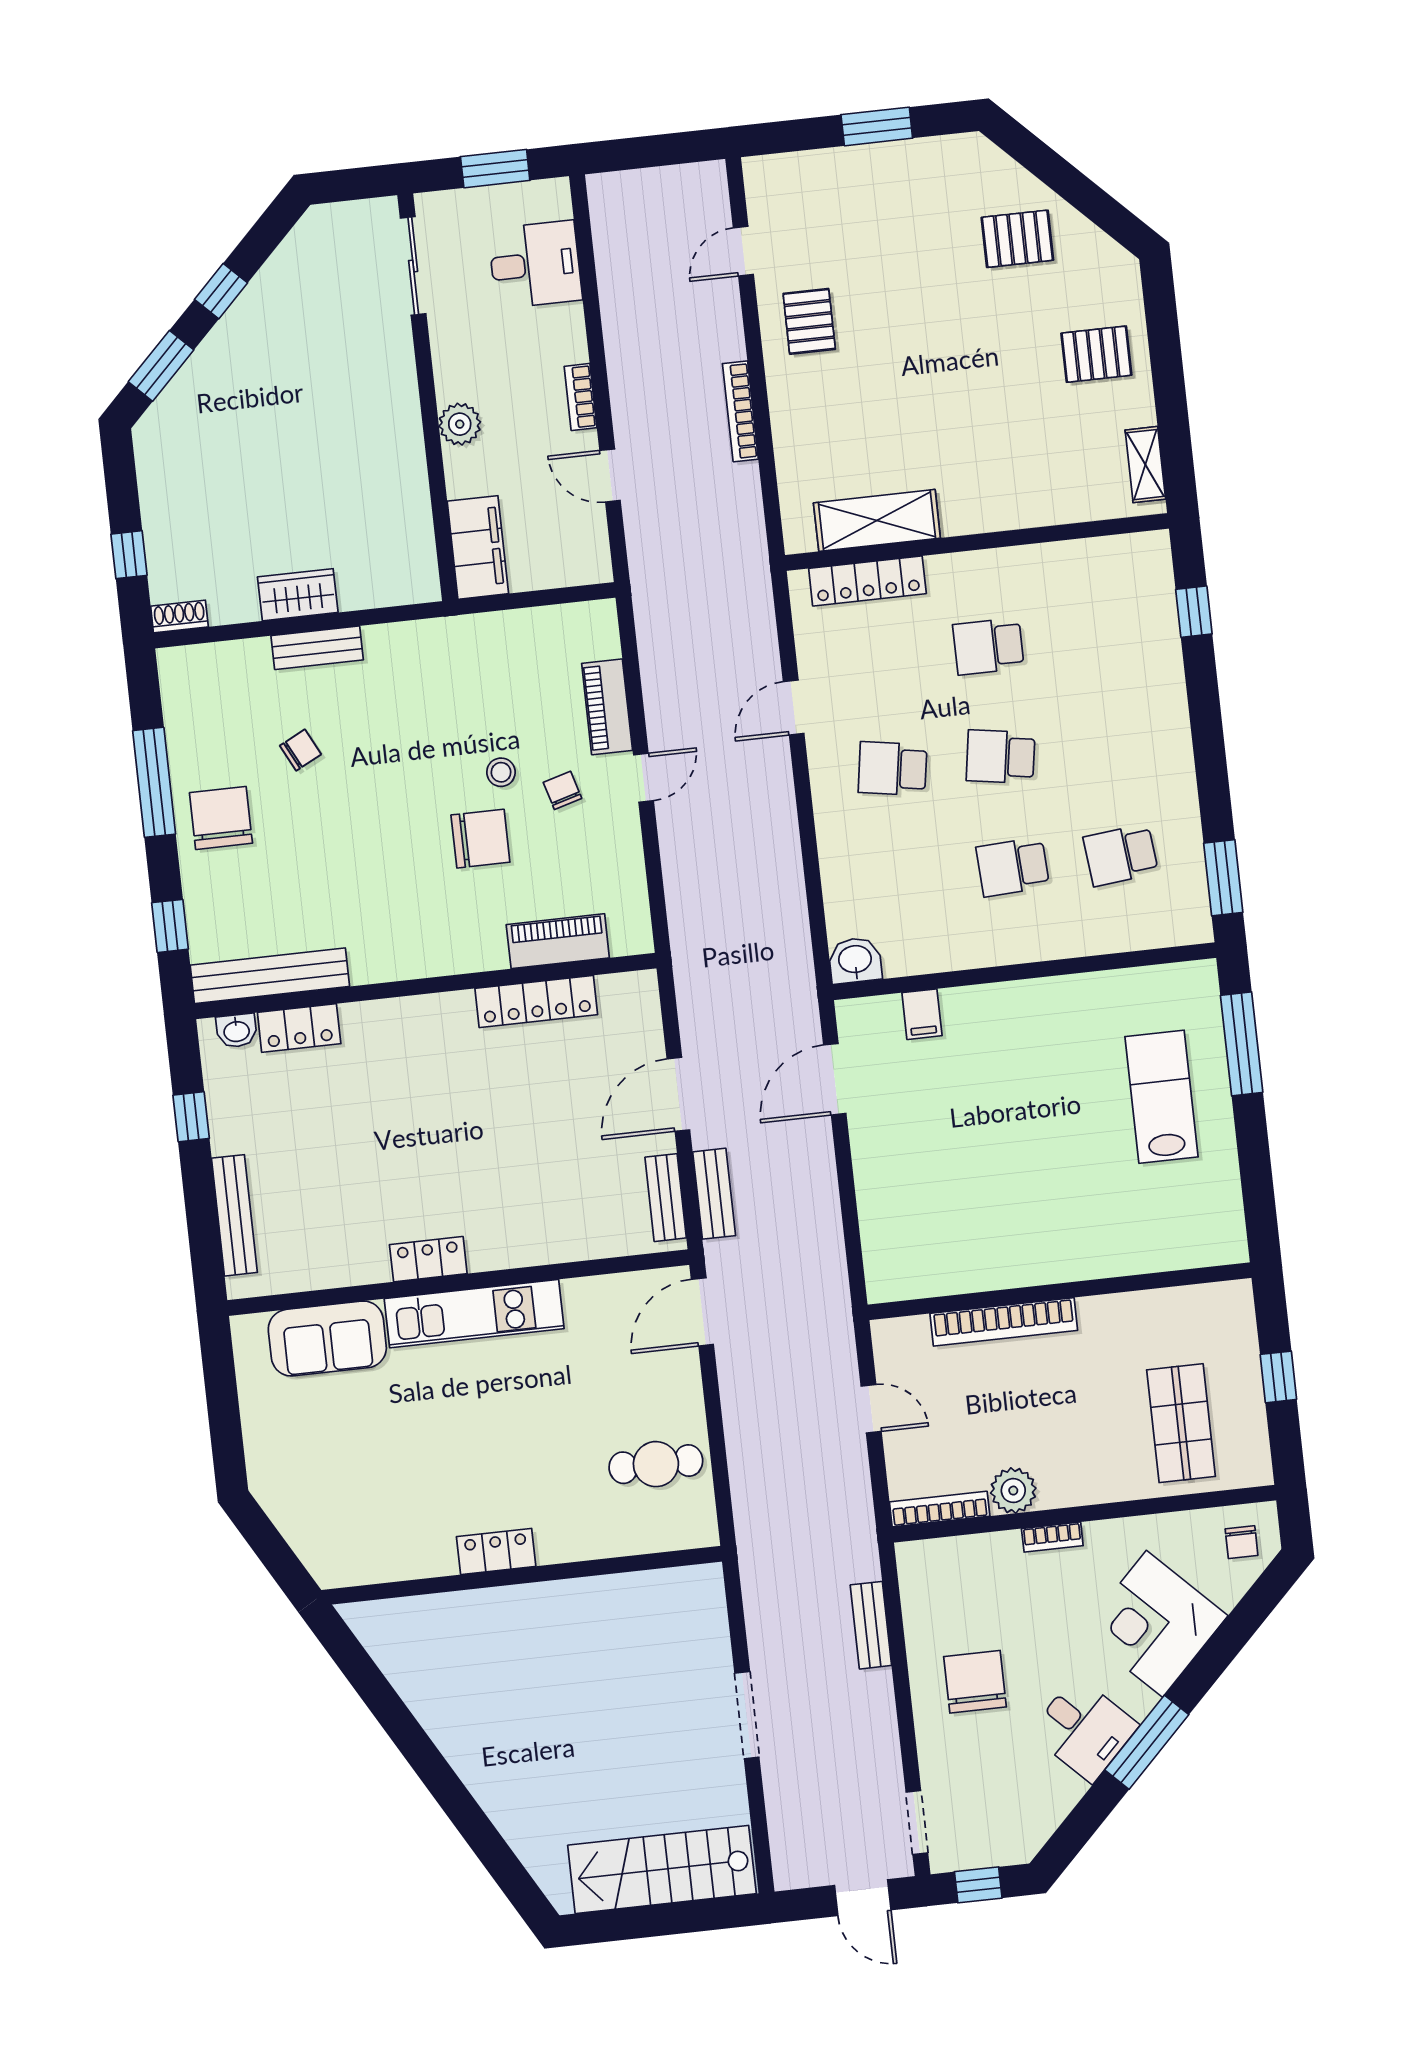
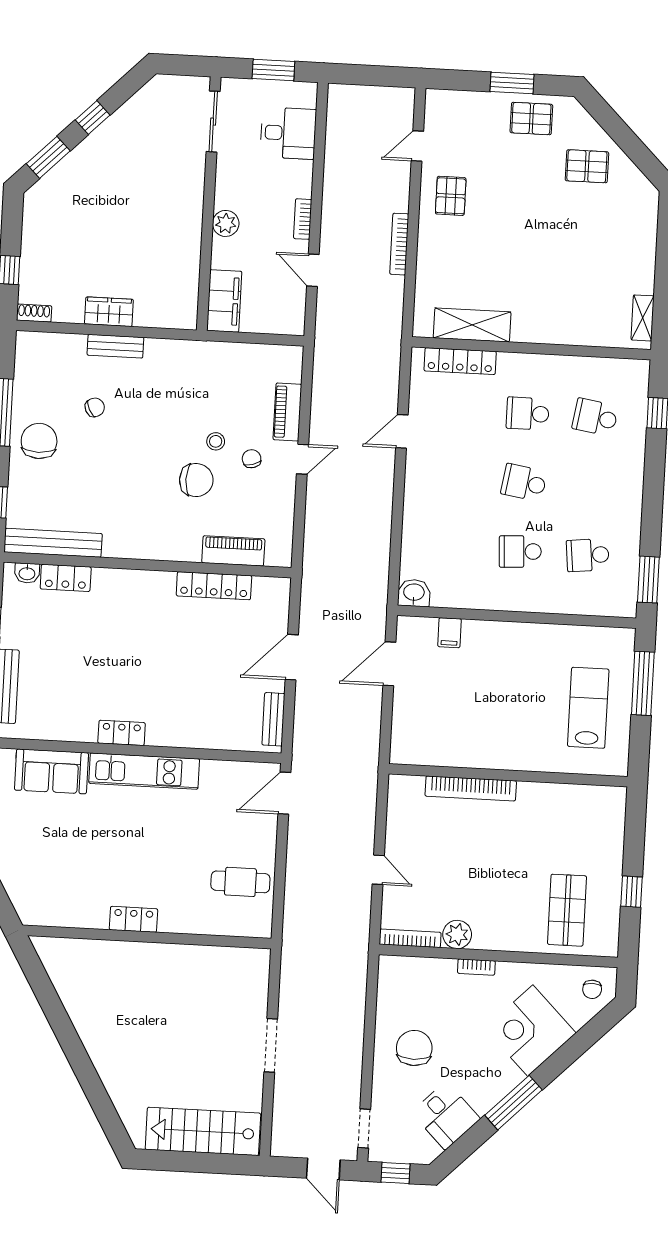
pallet: (1096, 354) -> (531, 119), moved
school desk: (893, 769) -> (595, 417), moved
bench: (714, 1194) -> (304, 722), removed
wall: (1060, 1291) -> (508, 775), moved
bookcase: (1004, 1322) -> (471, 788), moved
bench: (871, 1625) -> (356, 1003), removed
desk: (1084, 1729) -> (446, 1116), moved

